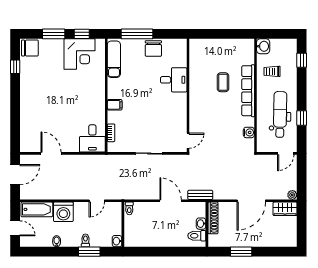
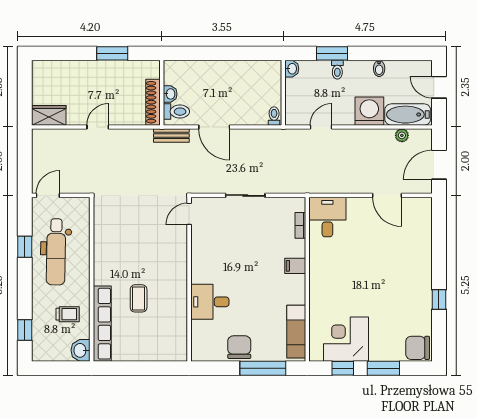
window: (15, 67) -> (439, 300), moved
row of seats: (248, 91) -> (102, 324), moved
water cooler: (249, 132) -> (101, 226), removed
plant: (292, 195) -> (402, 135), moved
door: (251, 201) -> (98, 127), width x0.53
toilet: (197, 236) -> (176, 112), moved

